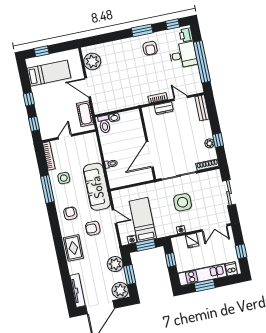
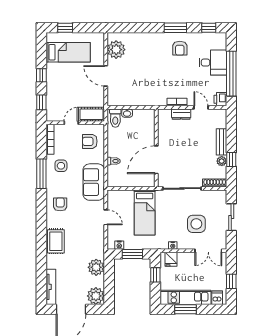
printer: (186, 35) -> (220, 99), moved
bench: (202, 108) -> (221, 142), moved
cot: (85, 114) -> (91, 114), moved, turned 90
sofa: (97, 187) -> (94, 182), width x0.73
side table: (183, 202) -> (196, 224), moved
bed: (143, 220) -> (145, 212), moved, turned 180
armchair: (93, 228) -> (90, 141), moved
fridge: (192, 240) -> (171, 259), moved
window: (130, 275) -> (109, 282), removed

